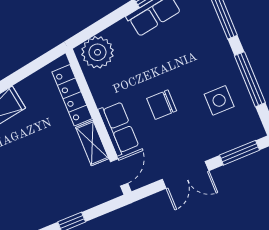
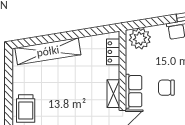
locker: (72, 95) -> (113, 52), width x0.66

